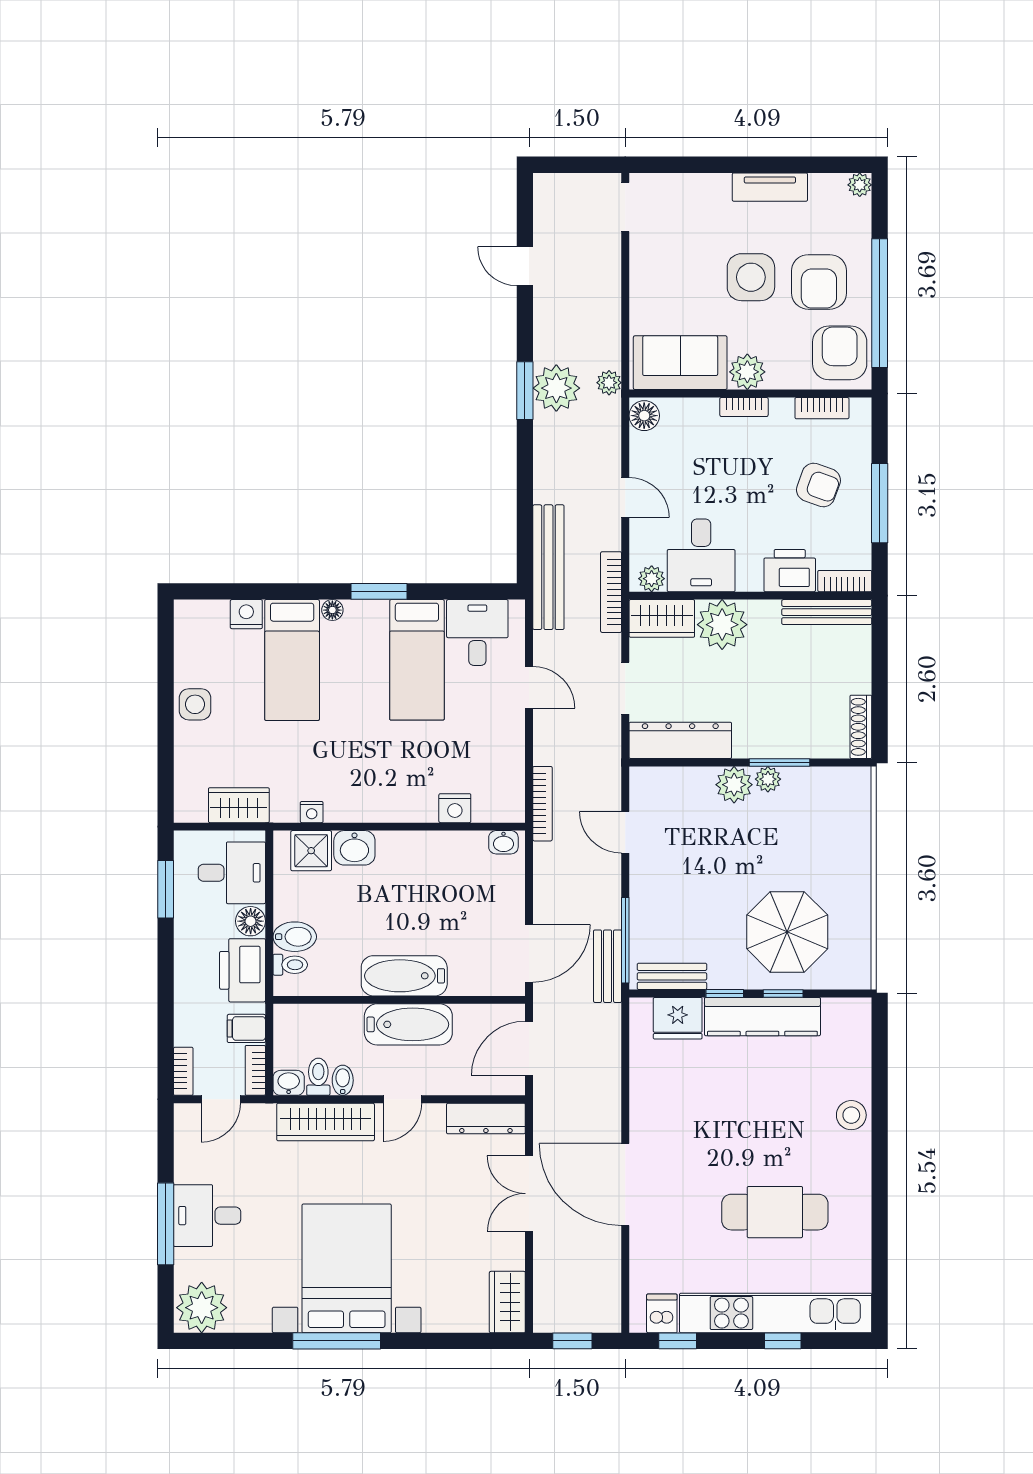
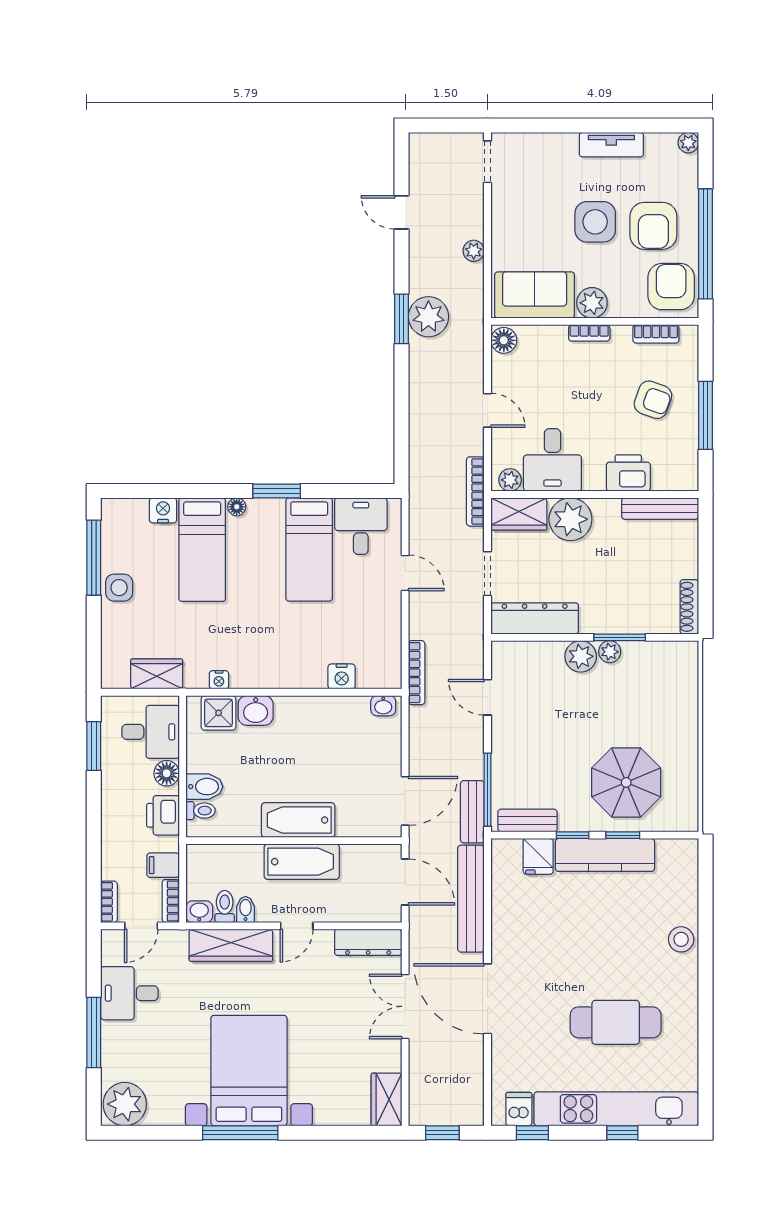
plant: (609, 383) -> (474, 251), moved
bench: (548, 567) -> (471, 899), moved
bookcase: (845, 581) -> (675, 482), removed
window: (166, 669) -> (94, 558), added
printer: (243, 970) -> (163, 815), width x0.73, depth x0.84
fridge: (678, 1018) -> (538, 856), width x0.72
door: (529, 1048) -> (405, 882), swing flipped
desk: (207, 1216) -> (129, 993), moved

